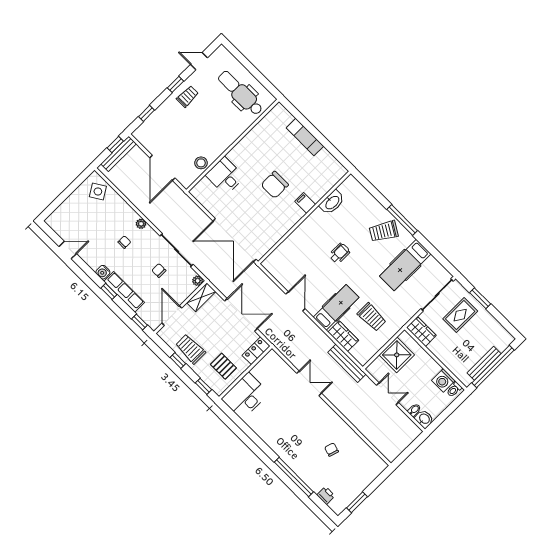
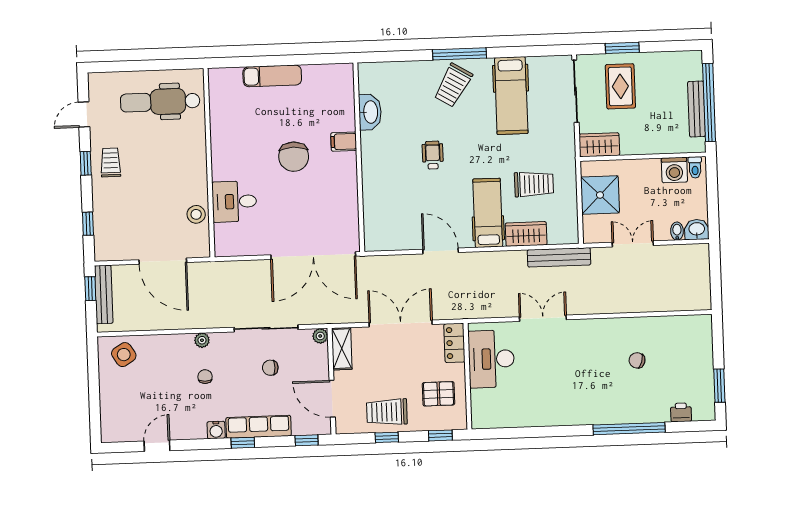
desk: (245, 396) -> (491, 359), moved

